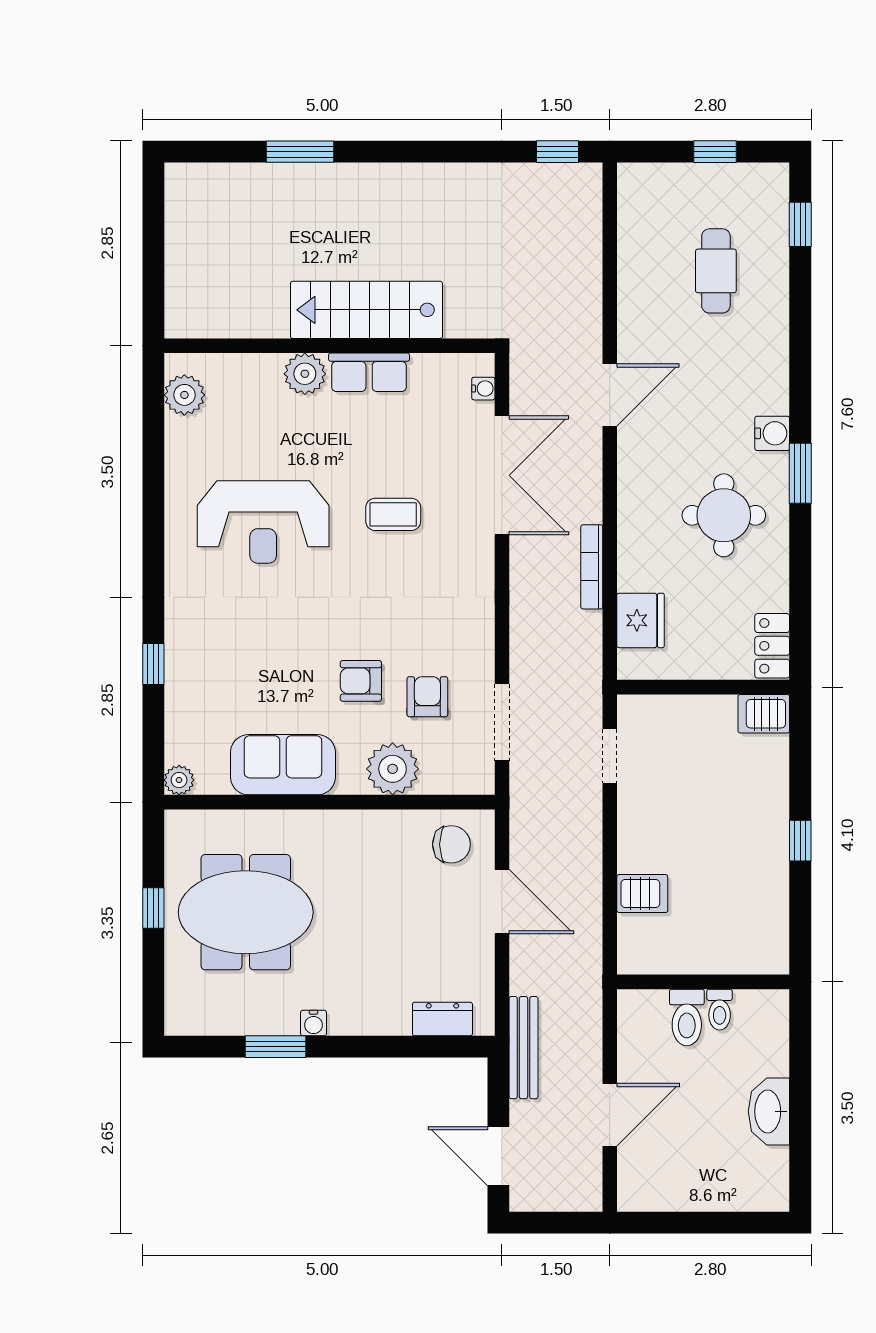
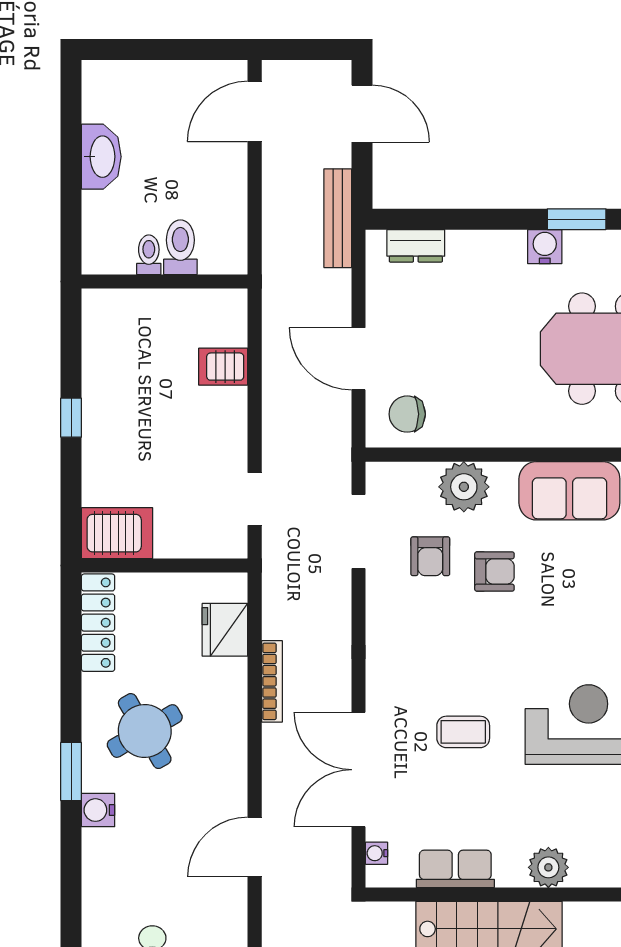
row of seats: (369, 372) -> (455, 869), moved
round table: (724, 515) -> (145, 731), turned -30
locker: (772, 646) -> (98, 623), width x1.53
server rack: (764, 714) -> (117, 533), width x1.36, depth x1.44
water cooler: (313, 1023) -> (545, 247), width x1.38, depth x1.38
door: (610, 1115) -> (255, 111), moved

